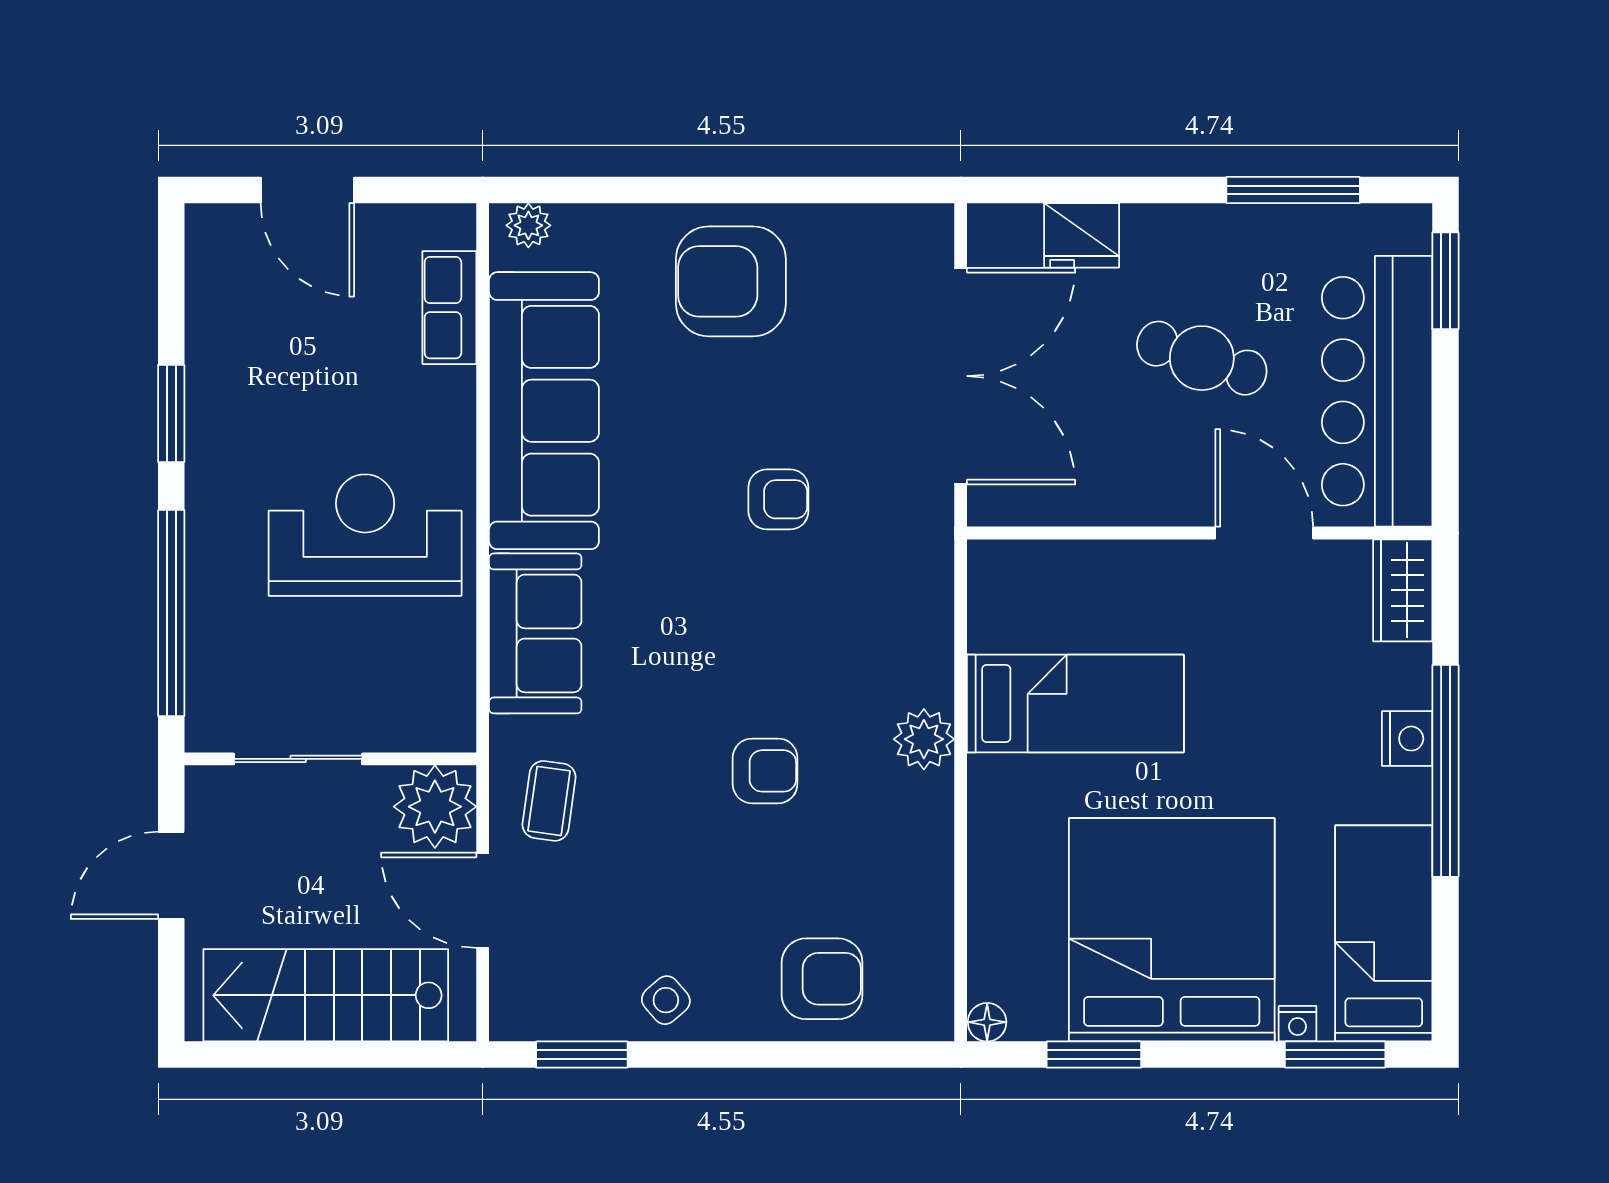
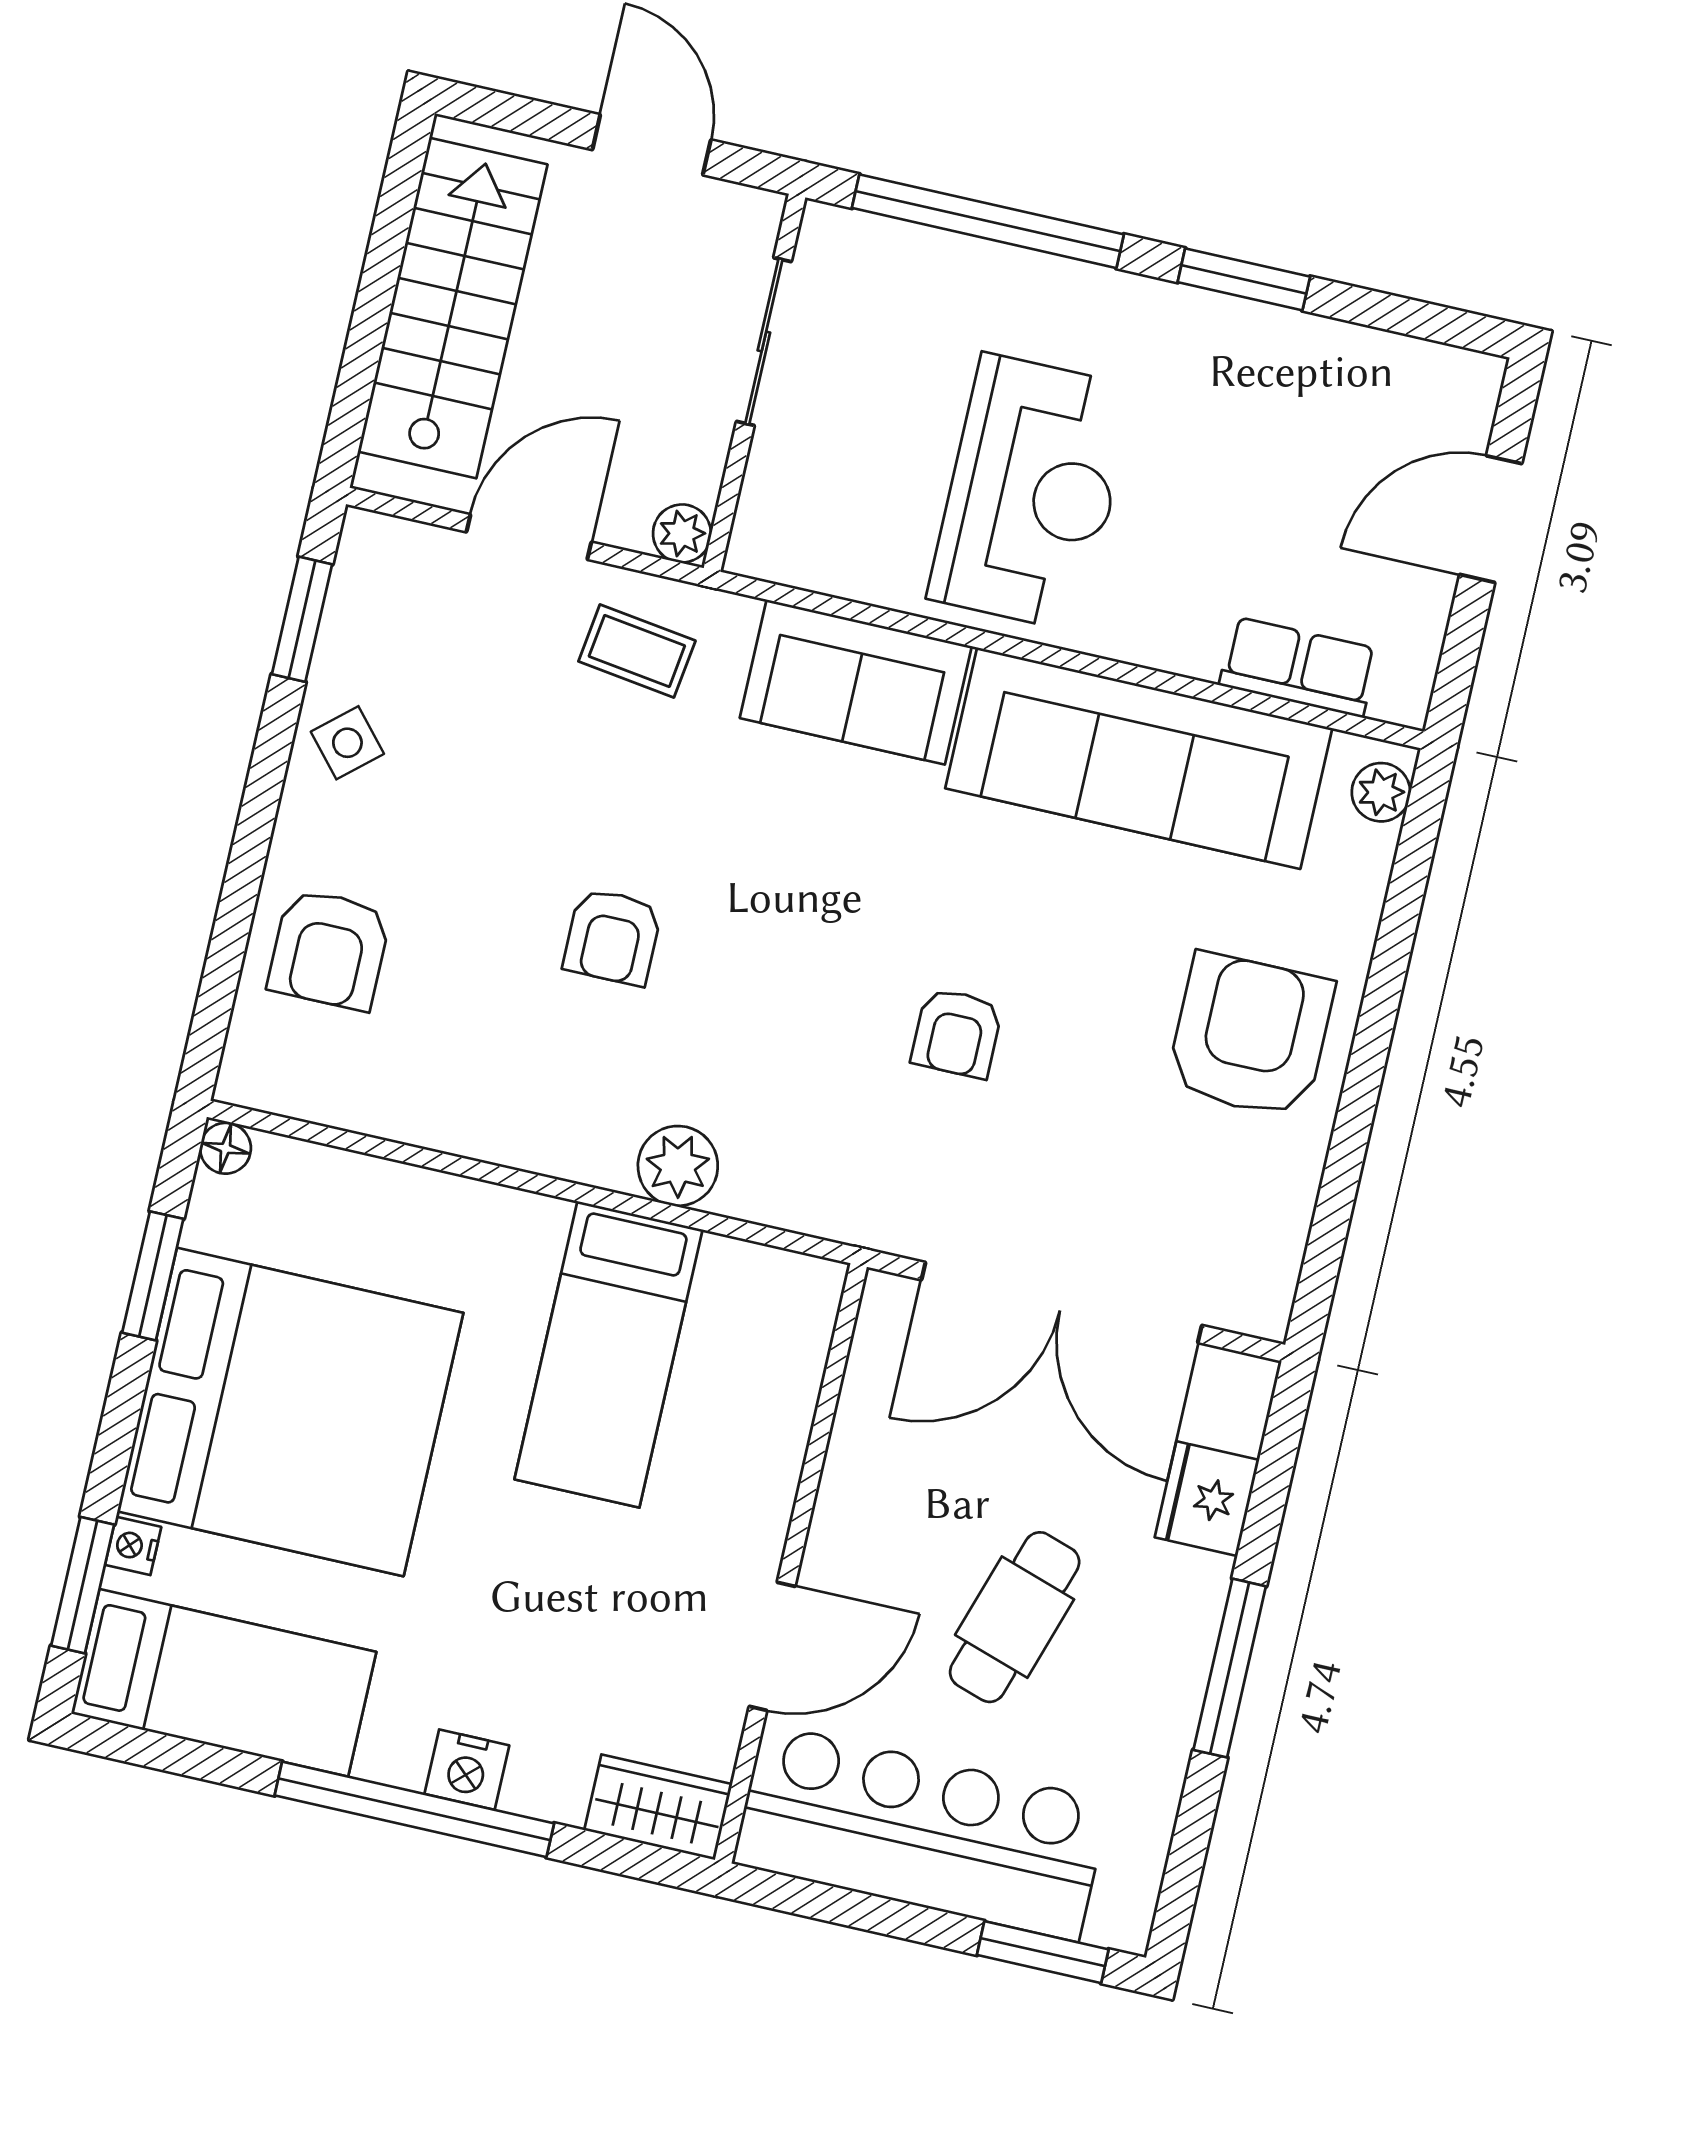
window: (1293, 190) -> (1230, 1668), moved
plant: (924, 739) -> (678, 1166), moved
plant: (435, 807) -> (682, 533), width x0.53, depth x0.53

